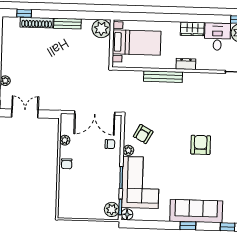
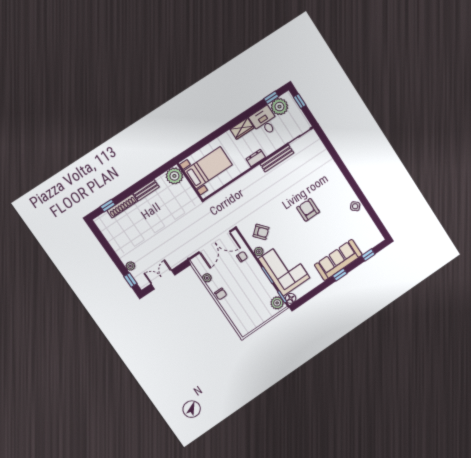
bench: (163, 77) -> (277, 158), moved
armchair: (143, 134) -> (261, 232), turned -70

